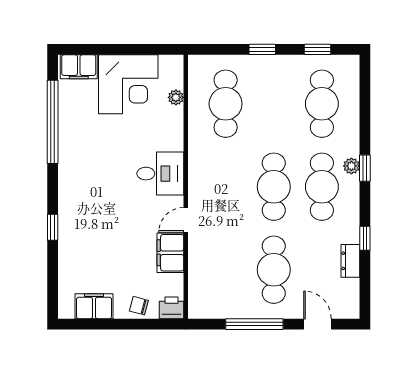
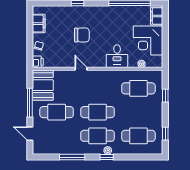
window: (262, 49) -> (165, 96), moved
desk: (160, 174) -> (117, 56), moved
chair: (117, 218) -> (82, 35), added
window: (365, 238) -> (72, 157), width x2.17
filing cabinet: (170, 253) -> (65, 61), removed
dresser: (350, 261) -> (61, 150), removed
booth: (219, 298) -> (43, 85), added
door: (317, 324) -> (30, 134), swing flipped

